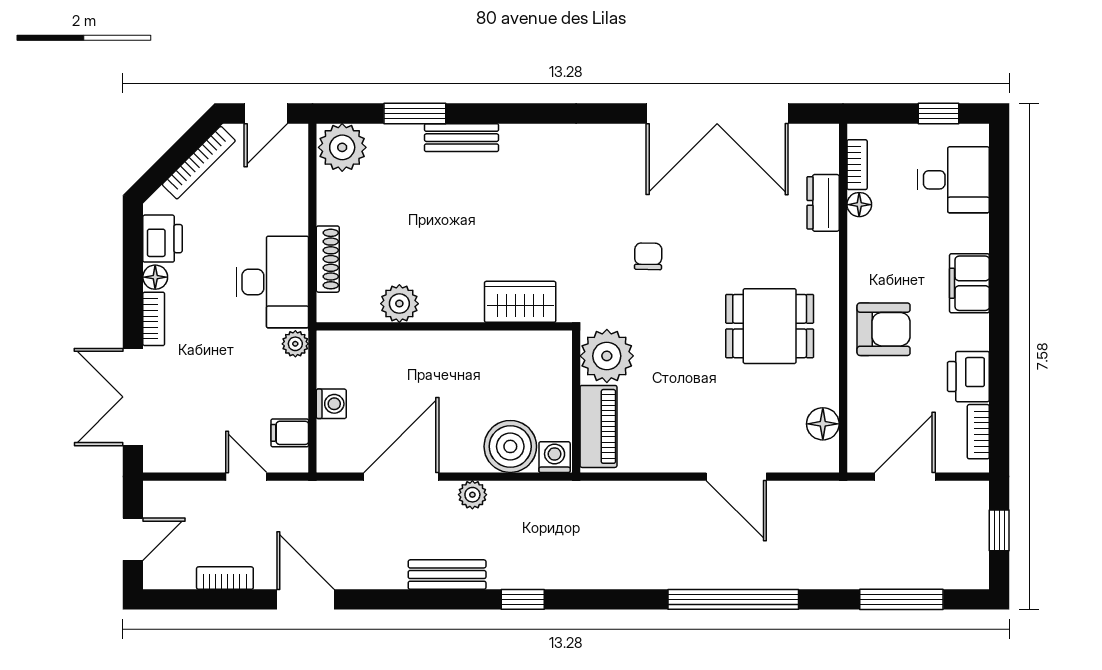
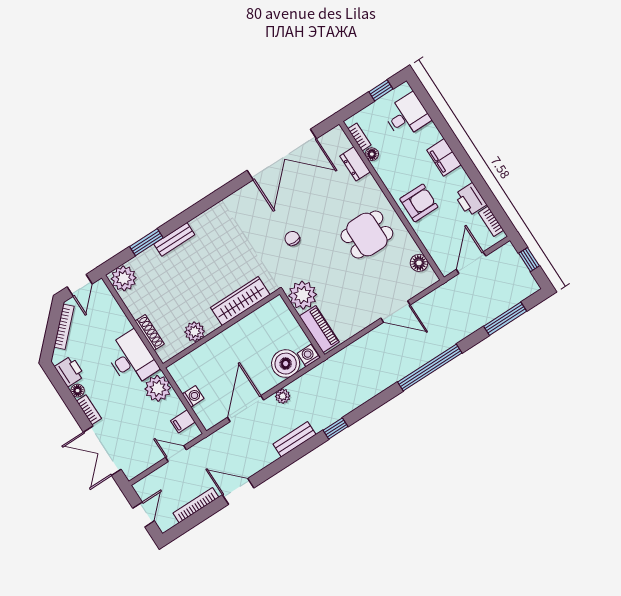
wardrobe: (520, 302) -> (240, 301), width x1.50
plant: (295, 344) -> (158, 388), width x1.87, depth x1.87
bookcase: (225, 578) -> (196, 505), width x1.56

